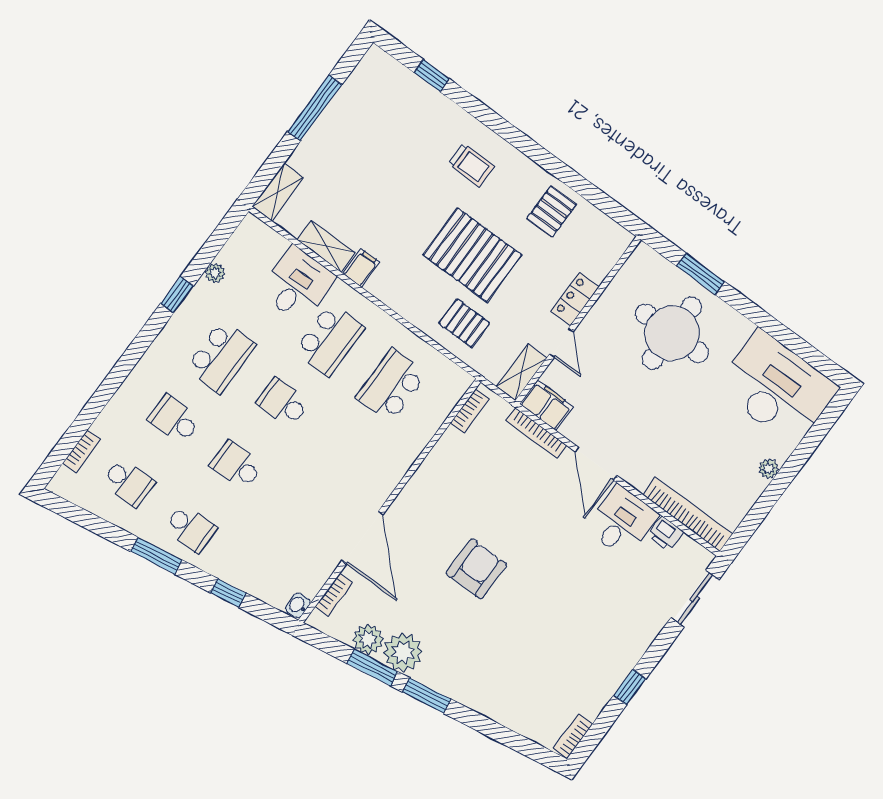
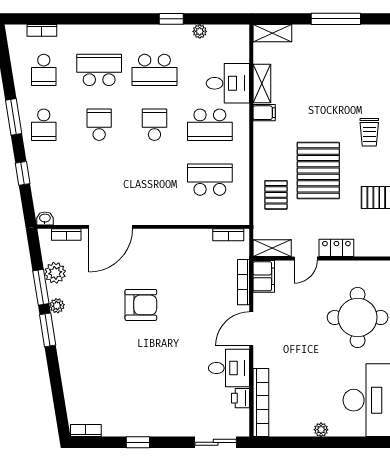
school desk: (175, 419) -> (99, 70), width x1.85
plant: (403, 652) -> (57, 306), width x0.53, depth x0.53

